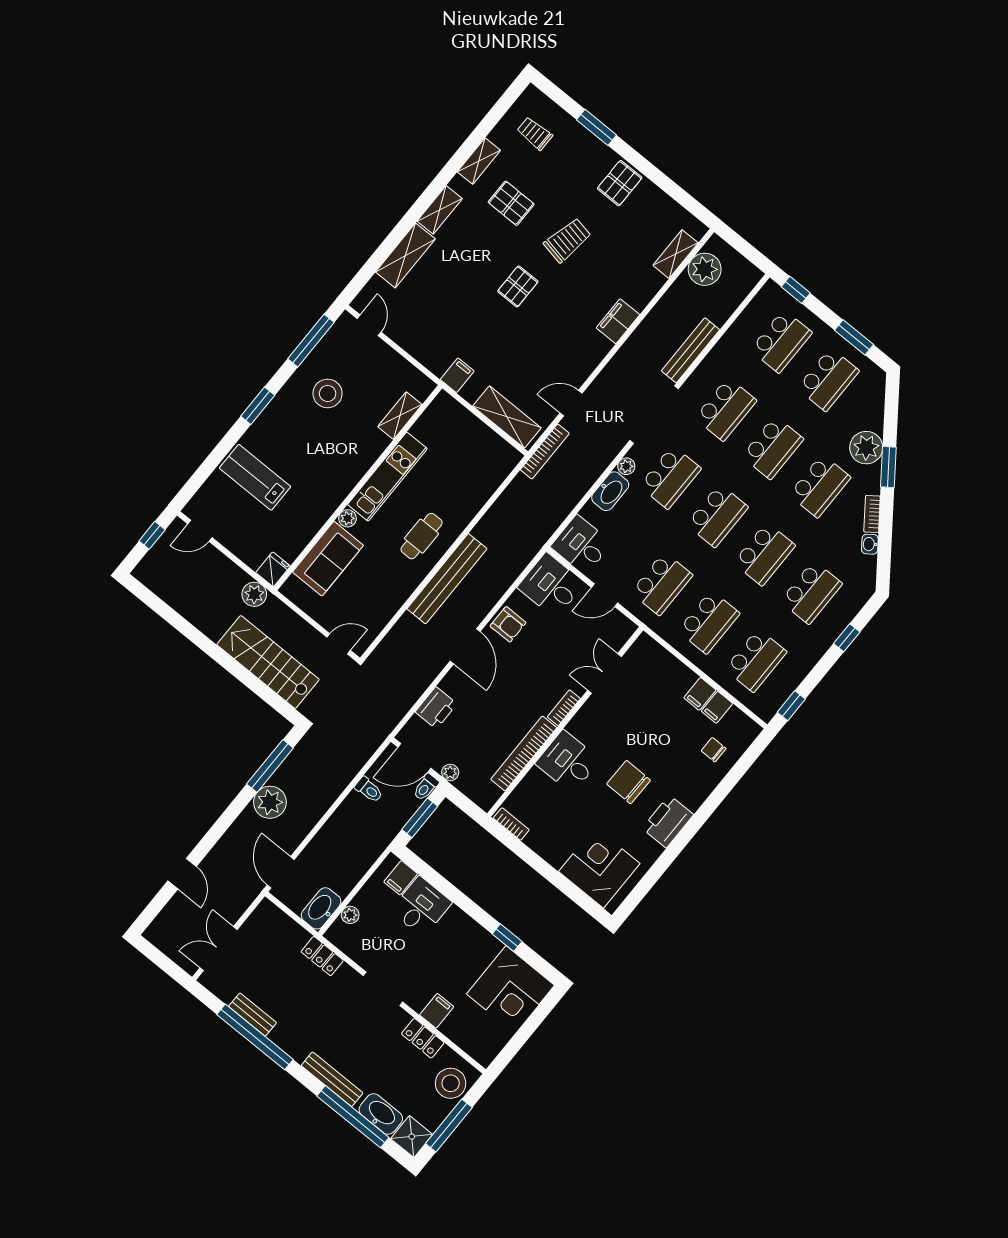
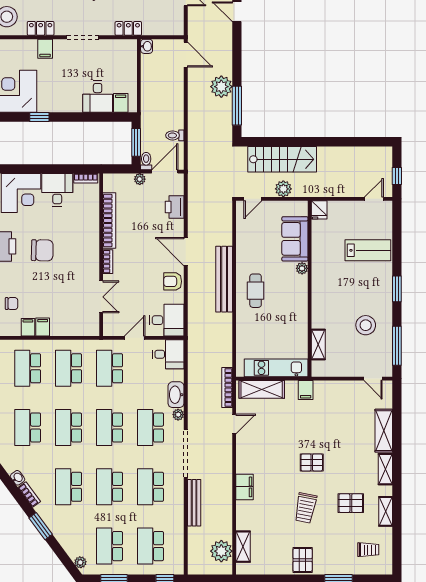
pallet: (518, 286) -> (312, 462), turned 90
plant: (866, 448) -> (80, 562), moved, width x0.53, depth x0.53
kitchen unit: (387, 477) -> (276, 368), moved, turned 90
plant: (254, 594) -> (283, 189), moved
desk: (568, 762) -> (57, 190), moved, turned -90
washbasin: (321, 908) -> (147, 46), width x0.52, depth x0.69
plant: (350, 915) -> (131, 62), removed

